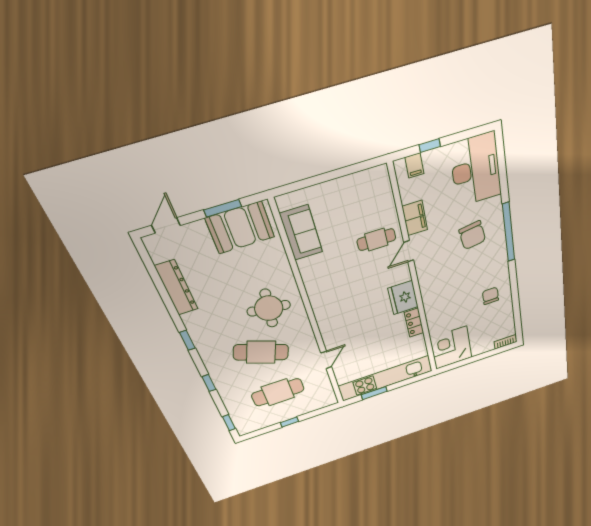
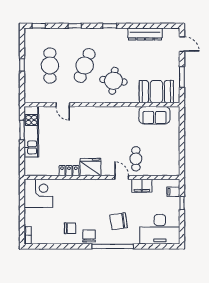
booth: (240, 228) -> (156, 92), moved, turned 90
chair: (498, 269) -> (89, 236), added
kitchen unit: (385, 378) -> (31, 132), width x0.73

